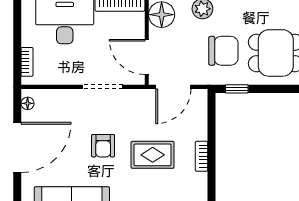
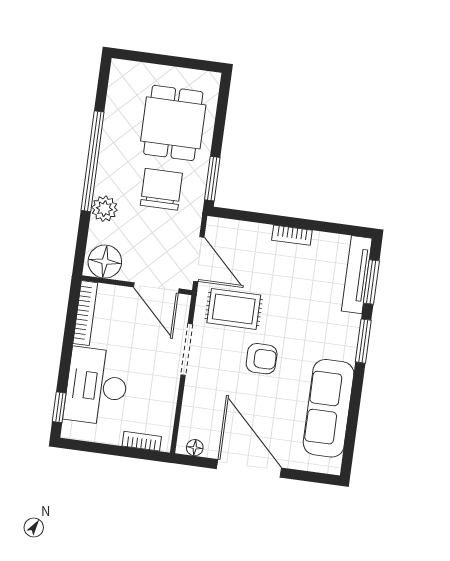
door: (147, 57) -> (156, 288), hinge flipped
window: (237, 89) -> (212, 179), width x1.50
rug: (153, 155) -> (234, 309), moved, turned 90

